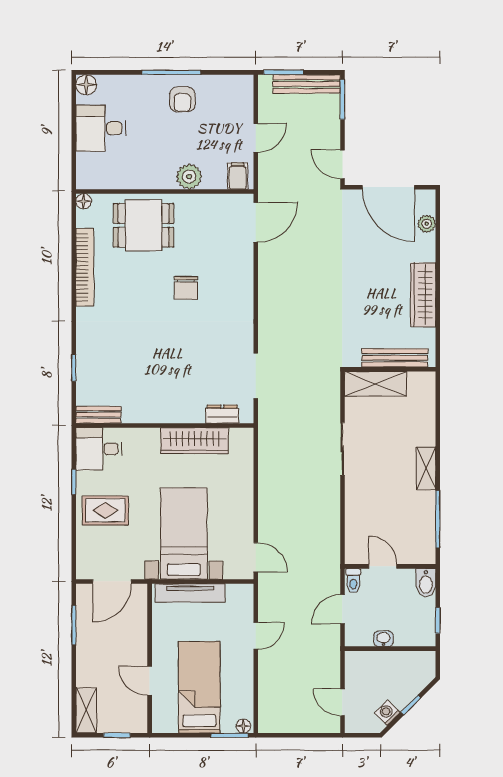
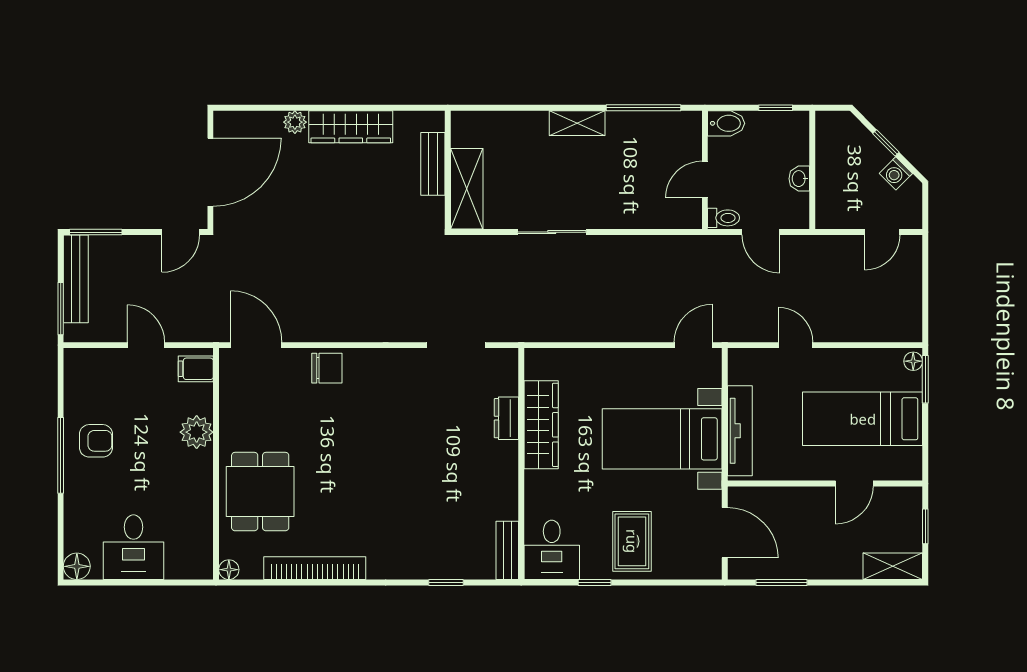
plant: (427, 224) -> (295, 122), moved
chair: (186, 288) -> (327, 368), moved
bench: (395, 358) -> (433, 164), width x0.73
dresser: (222, 414) -> (506, 418), moved

